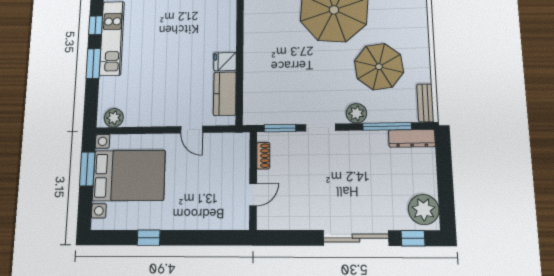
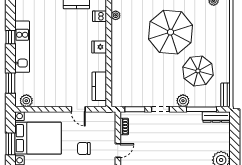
fridge: (225, 62) -> (99, 47), moved
window: (93, 63) -> (10, 83), moved
window: (87, 169) -> (10, 144), moved
chair: (199, 191) -> (84, 149), added

